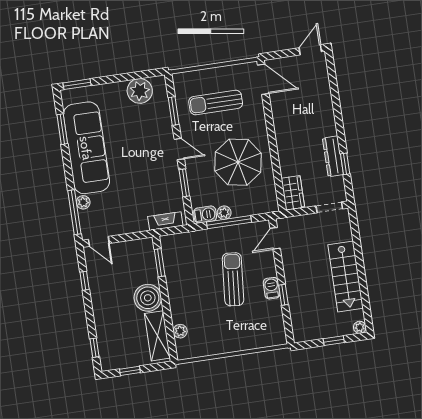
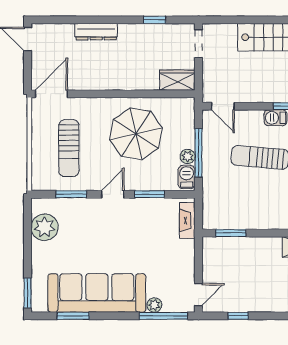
dresser: (333, 156) -> (96, 32), moved
boiler: (148, 298) -> (266, 251), removed

